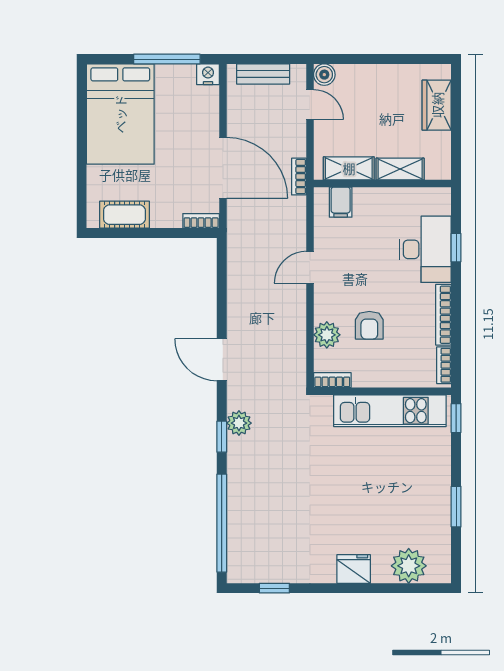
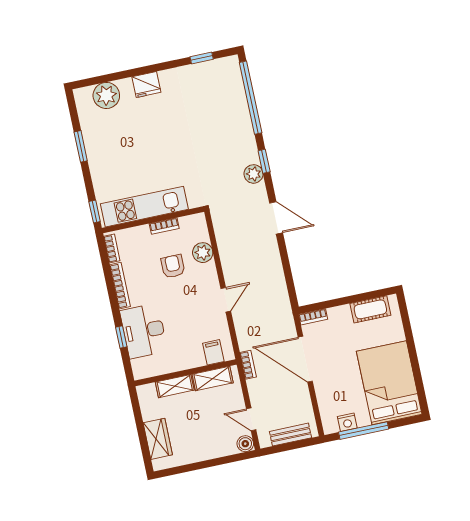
nightstand: (208, 74) -> (347, 422), moved
bookcase: (332, 380) -> (164, 226), moved

